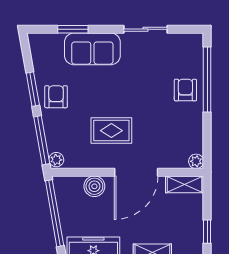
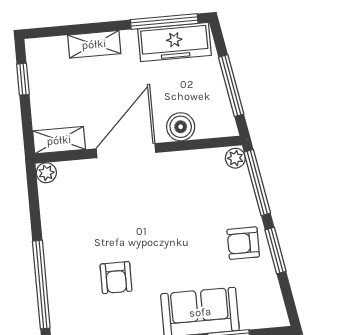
armchair: (185, 90) -> (116, 278), moved
armchair: (56, 97) -> (243, 243), turned 90
rug: (111, 131) -> (164, 204), removed
window: (55, 213) -> (231, 86), width x0.68

